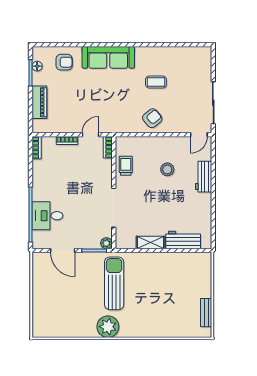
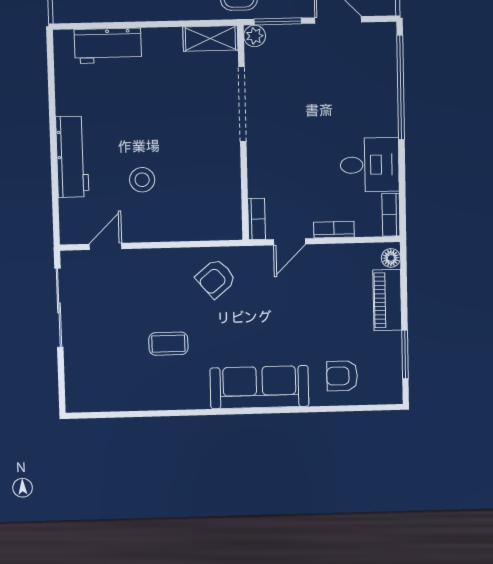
floor lamp: (37, 66) -> (391, 258), moved
armchair: (152, 118) -> (216, 278), moved
door: (199, 135) -> (105, 246), moved
trolley: (126, 166) -> (221, 185), removed
workbench: (204, 177) -> (72, 157), width x1.38
desk: (47, 216) -> (370, 165), moved
shelving: (151, 243) -> (210, 38), moved

